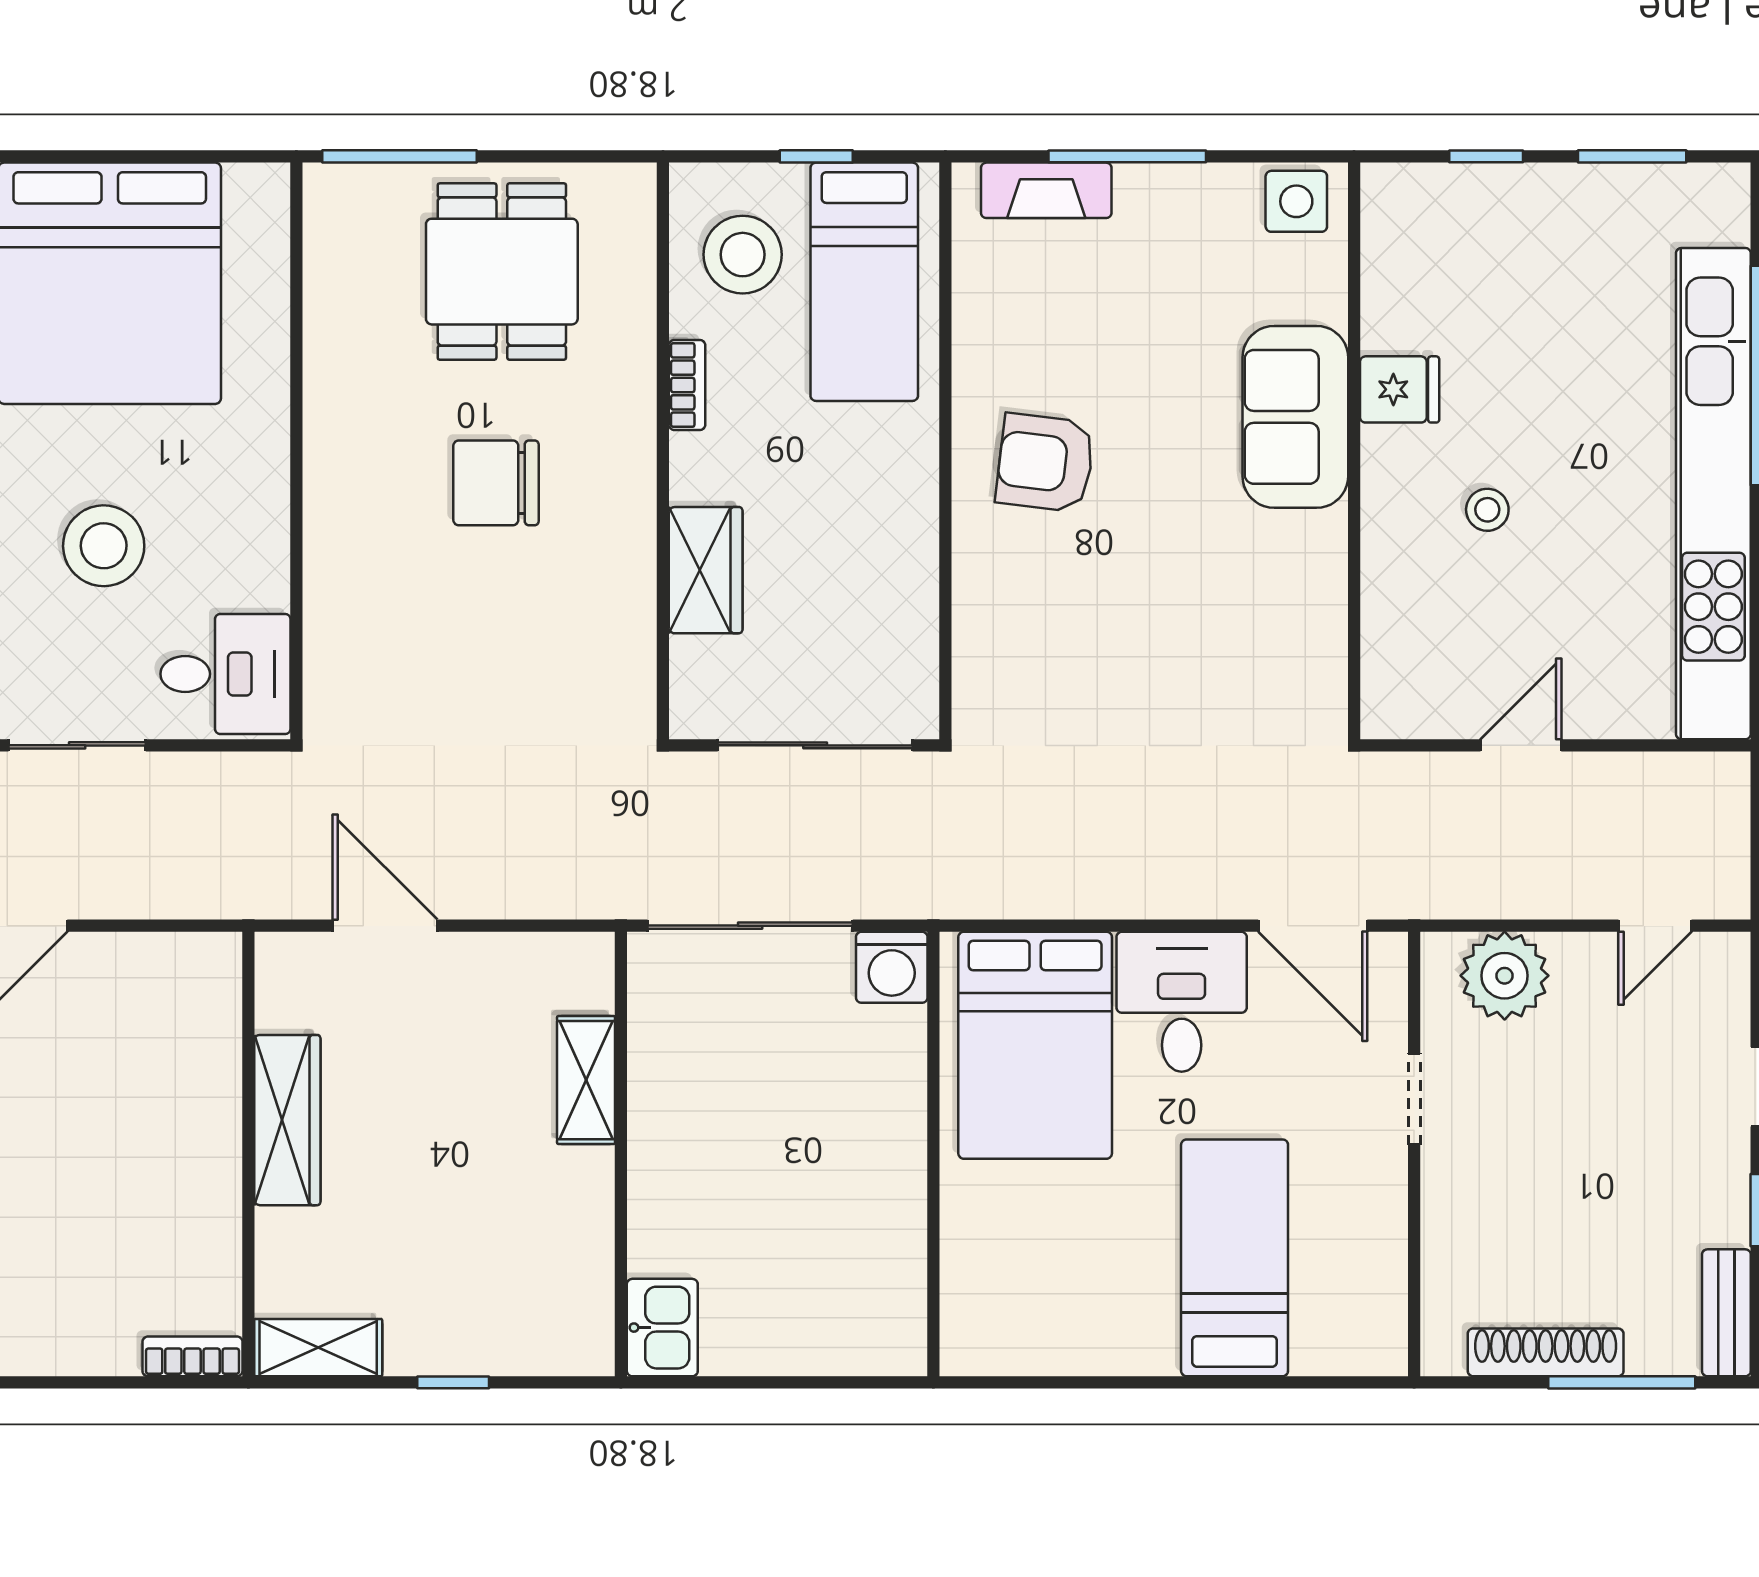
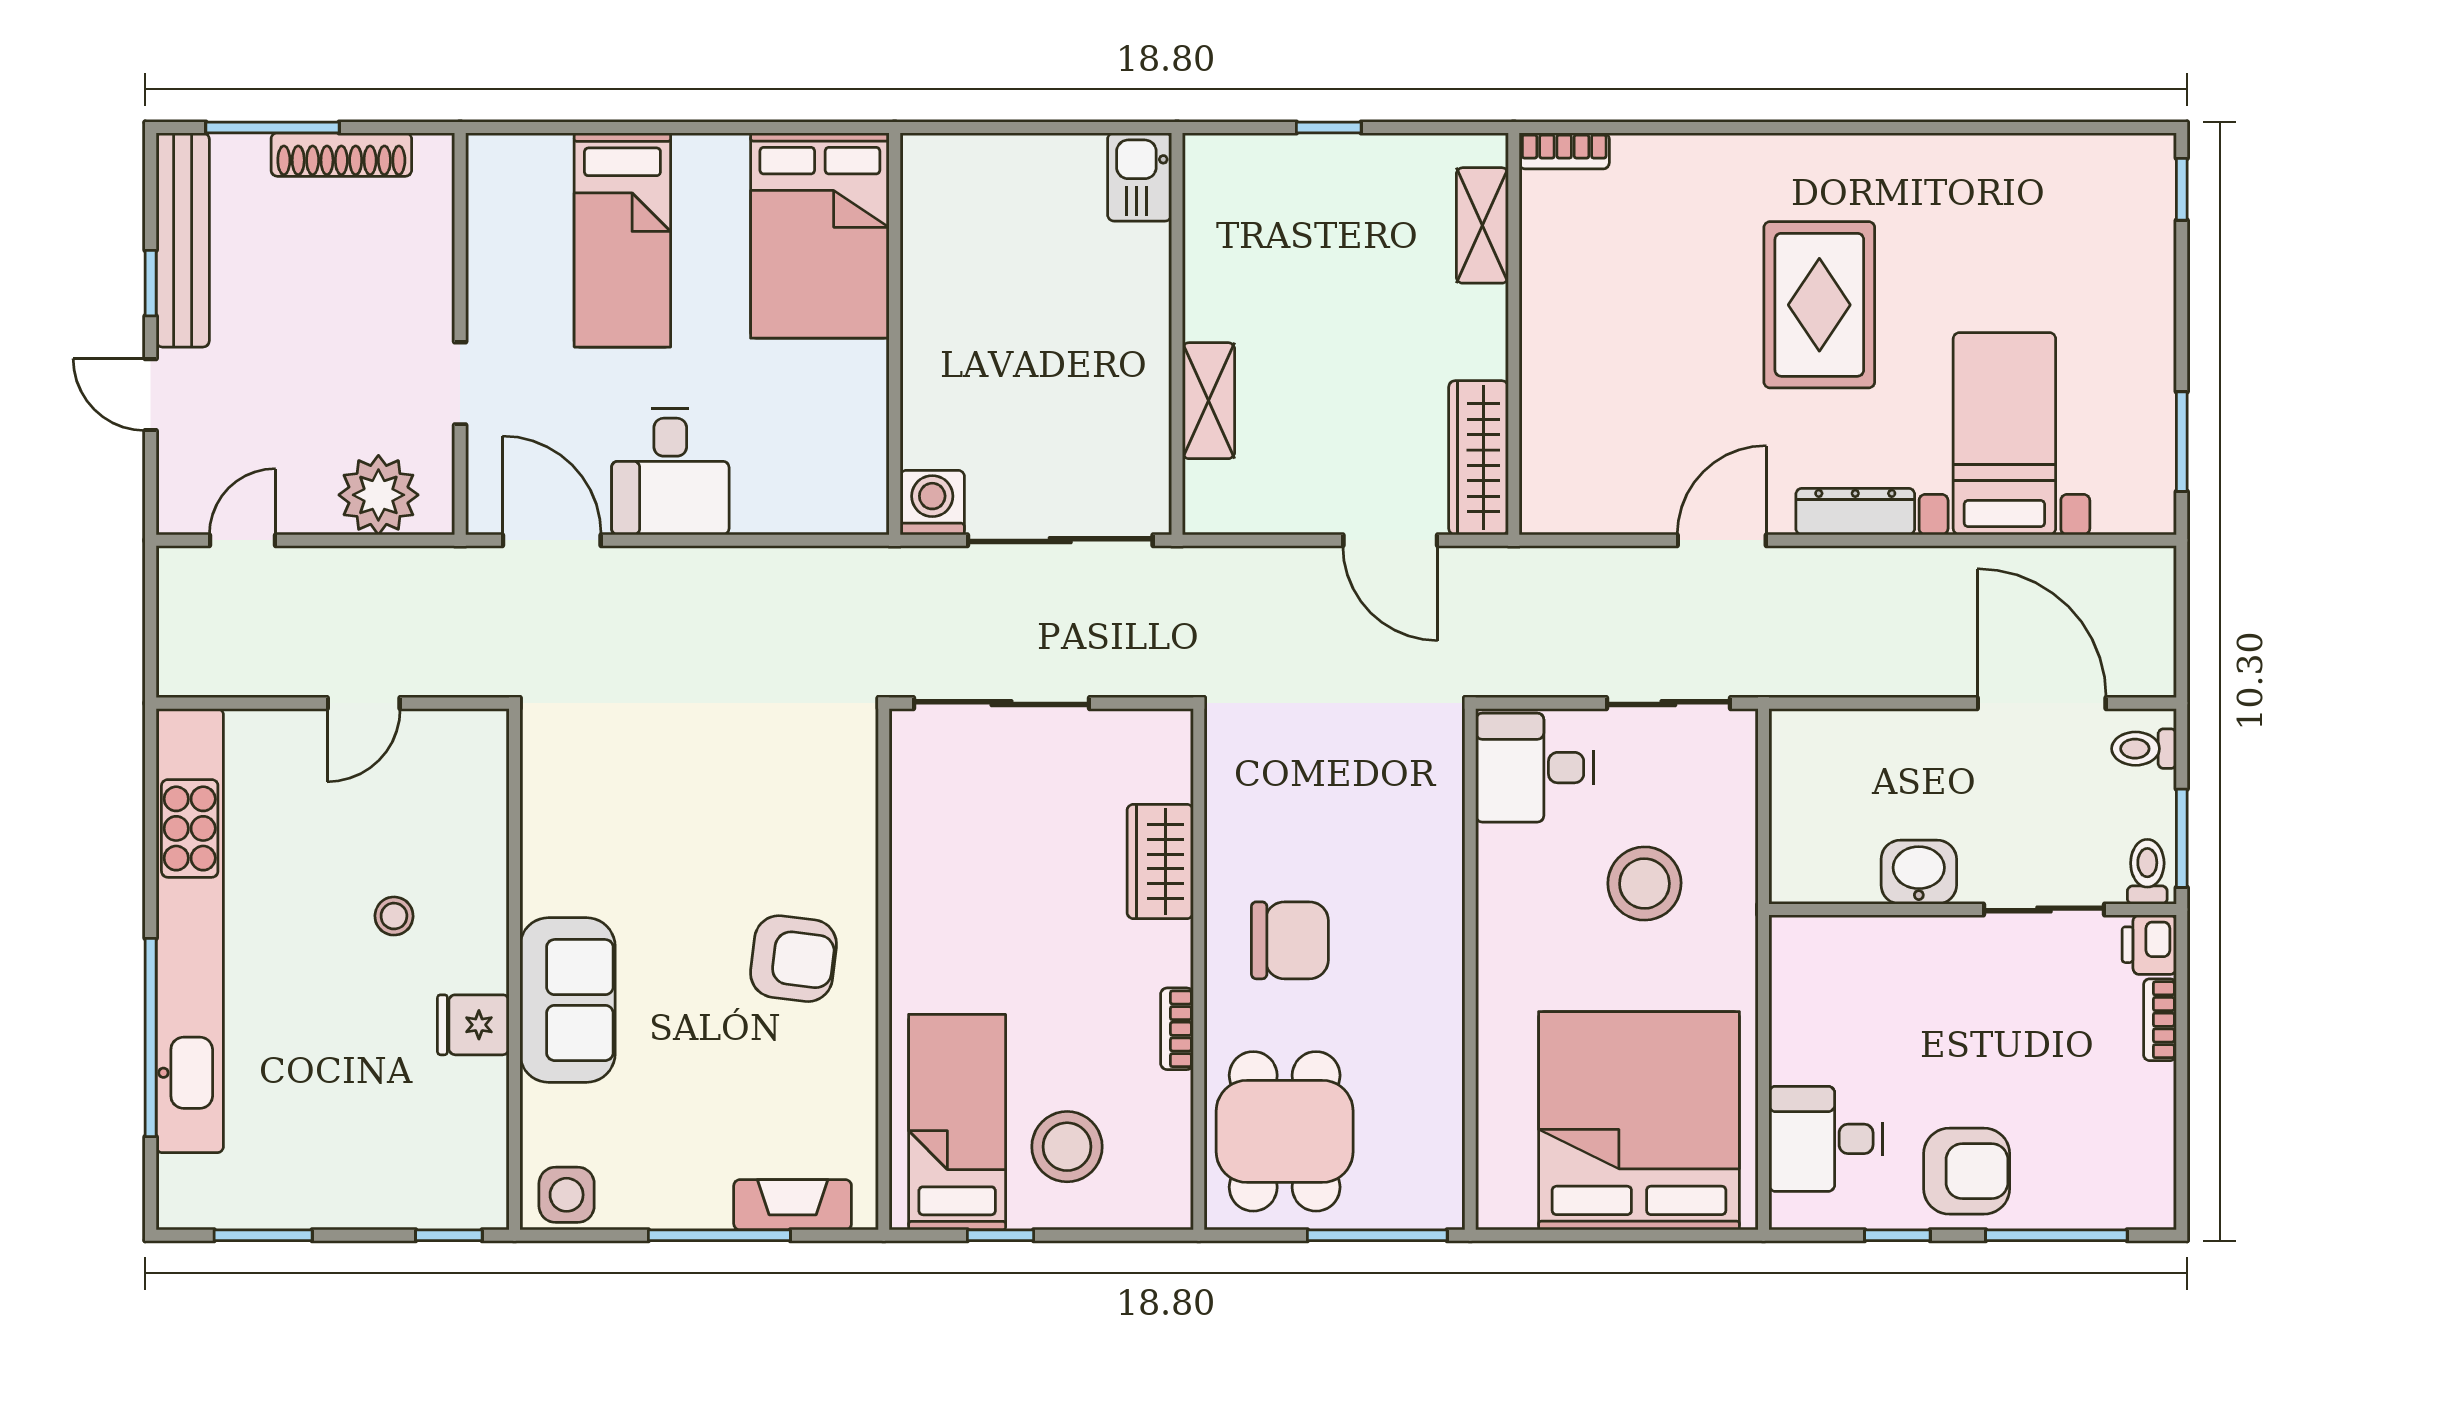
window: (1486, 156) -> (449, 1235), moved
bookcase: (687, 385) -> (1177, 1029), moved
wall: (663, 451) -> (1199, 969), moved
wardrobe: (706, 570) -> (1160, 861), moved
bed: (1035, 1045) -> (820, 236), moved, turned 180
wardrobe: (287, 1120) -> (1479, 458), moved
bench: (1726, 1313) -> (183, 240), width x1.86, depth x1.21
shelving: (318, 1348) -> (1482, 225), moved, turned 90

